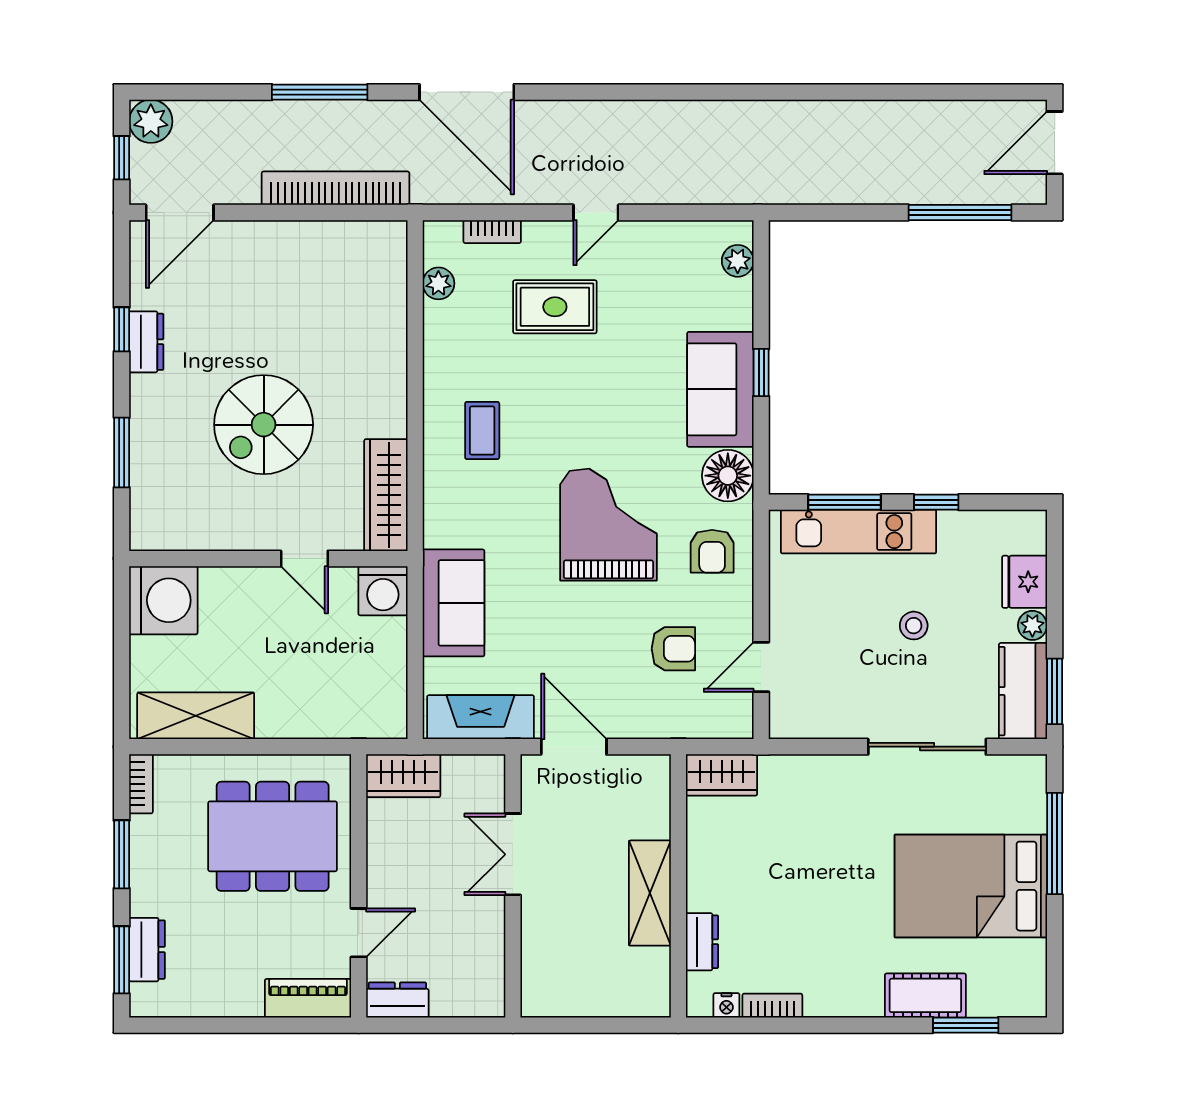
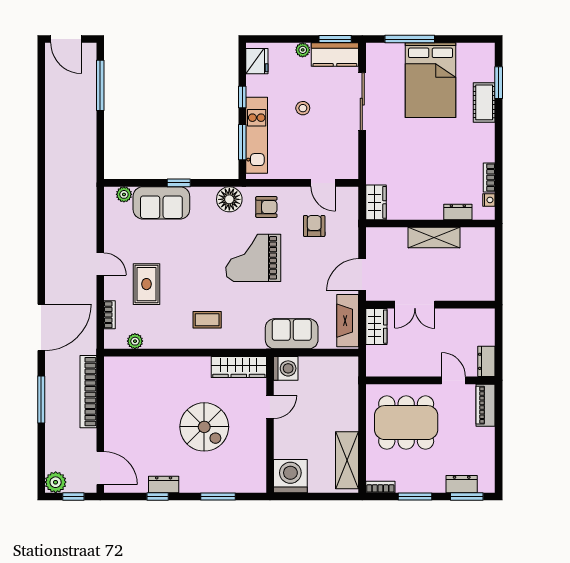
sofa: (720, 389) -> (161, 203), moved
fridge: (1025, 582) -> (257, 61), moved, turned -90
wardrobe: (403, 776) -> (376, 327), moved
dining table: (273, 836) -> (406, 423), turned 90

